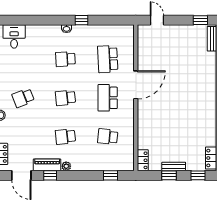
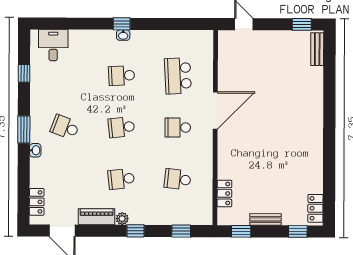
window: (82, 20) -> (122, 24), moved
school desk: (23, 98) -> (65, 127), turned 42
school desk: (108, 98) -> (178, 128), width x0.54
locker: (143, 160) -> (224, 193), moved
window: (50, 175) -> (136, 231), moved
window: (169, 175) -> (241, 231), moved

